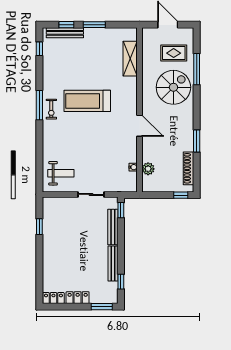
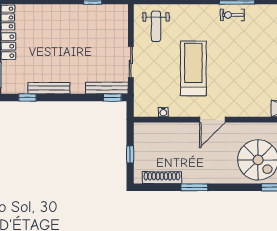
treadmill: (87, 101) -> (193, 68), moved
plant: (148, 169) -> (161, 130), removed
window: (181, 195) -> (130, 154), moved
bench: (113, 227) -> (107, 88), moved

